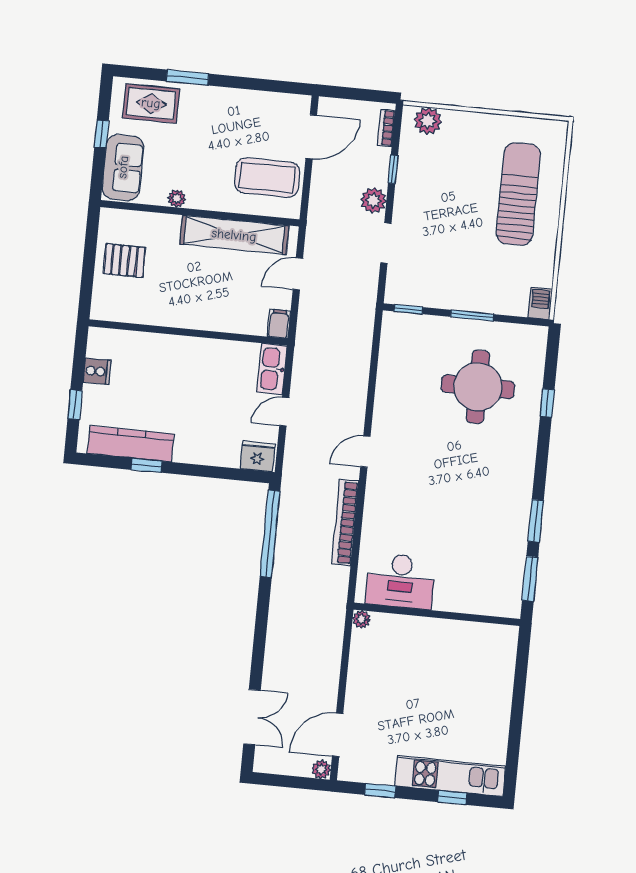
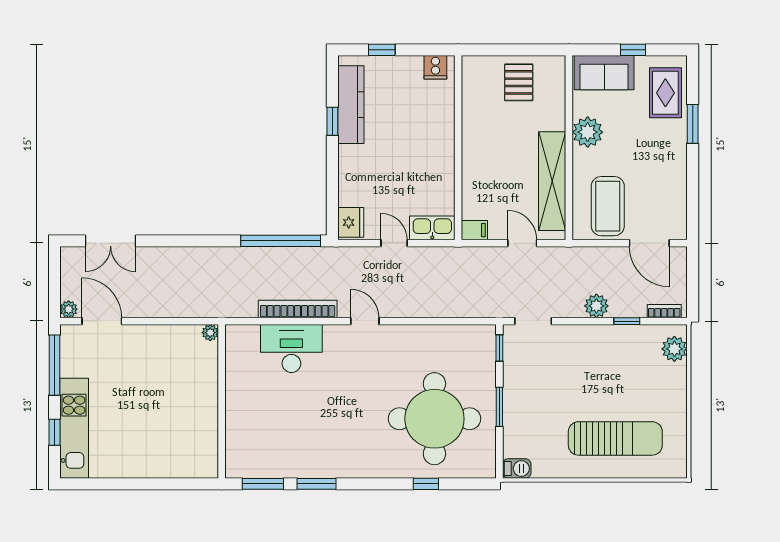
plant: (177, 199) -> (588, 132), width x1.88, depth x1.88
doorway: (386, 243) -> (533, 321), moved
cooker: (97, 371) -> (435, 67), moved
round table: (478, 387) -> (434, 419), width x1.36, depth x1.36
desk: (401, 581) -> (291, 349), moved, turned 90
window: (380, 790) -> (55, 365), width x2.17

